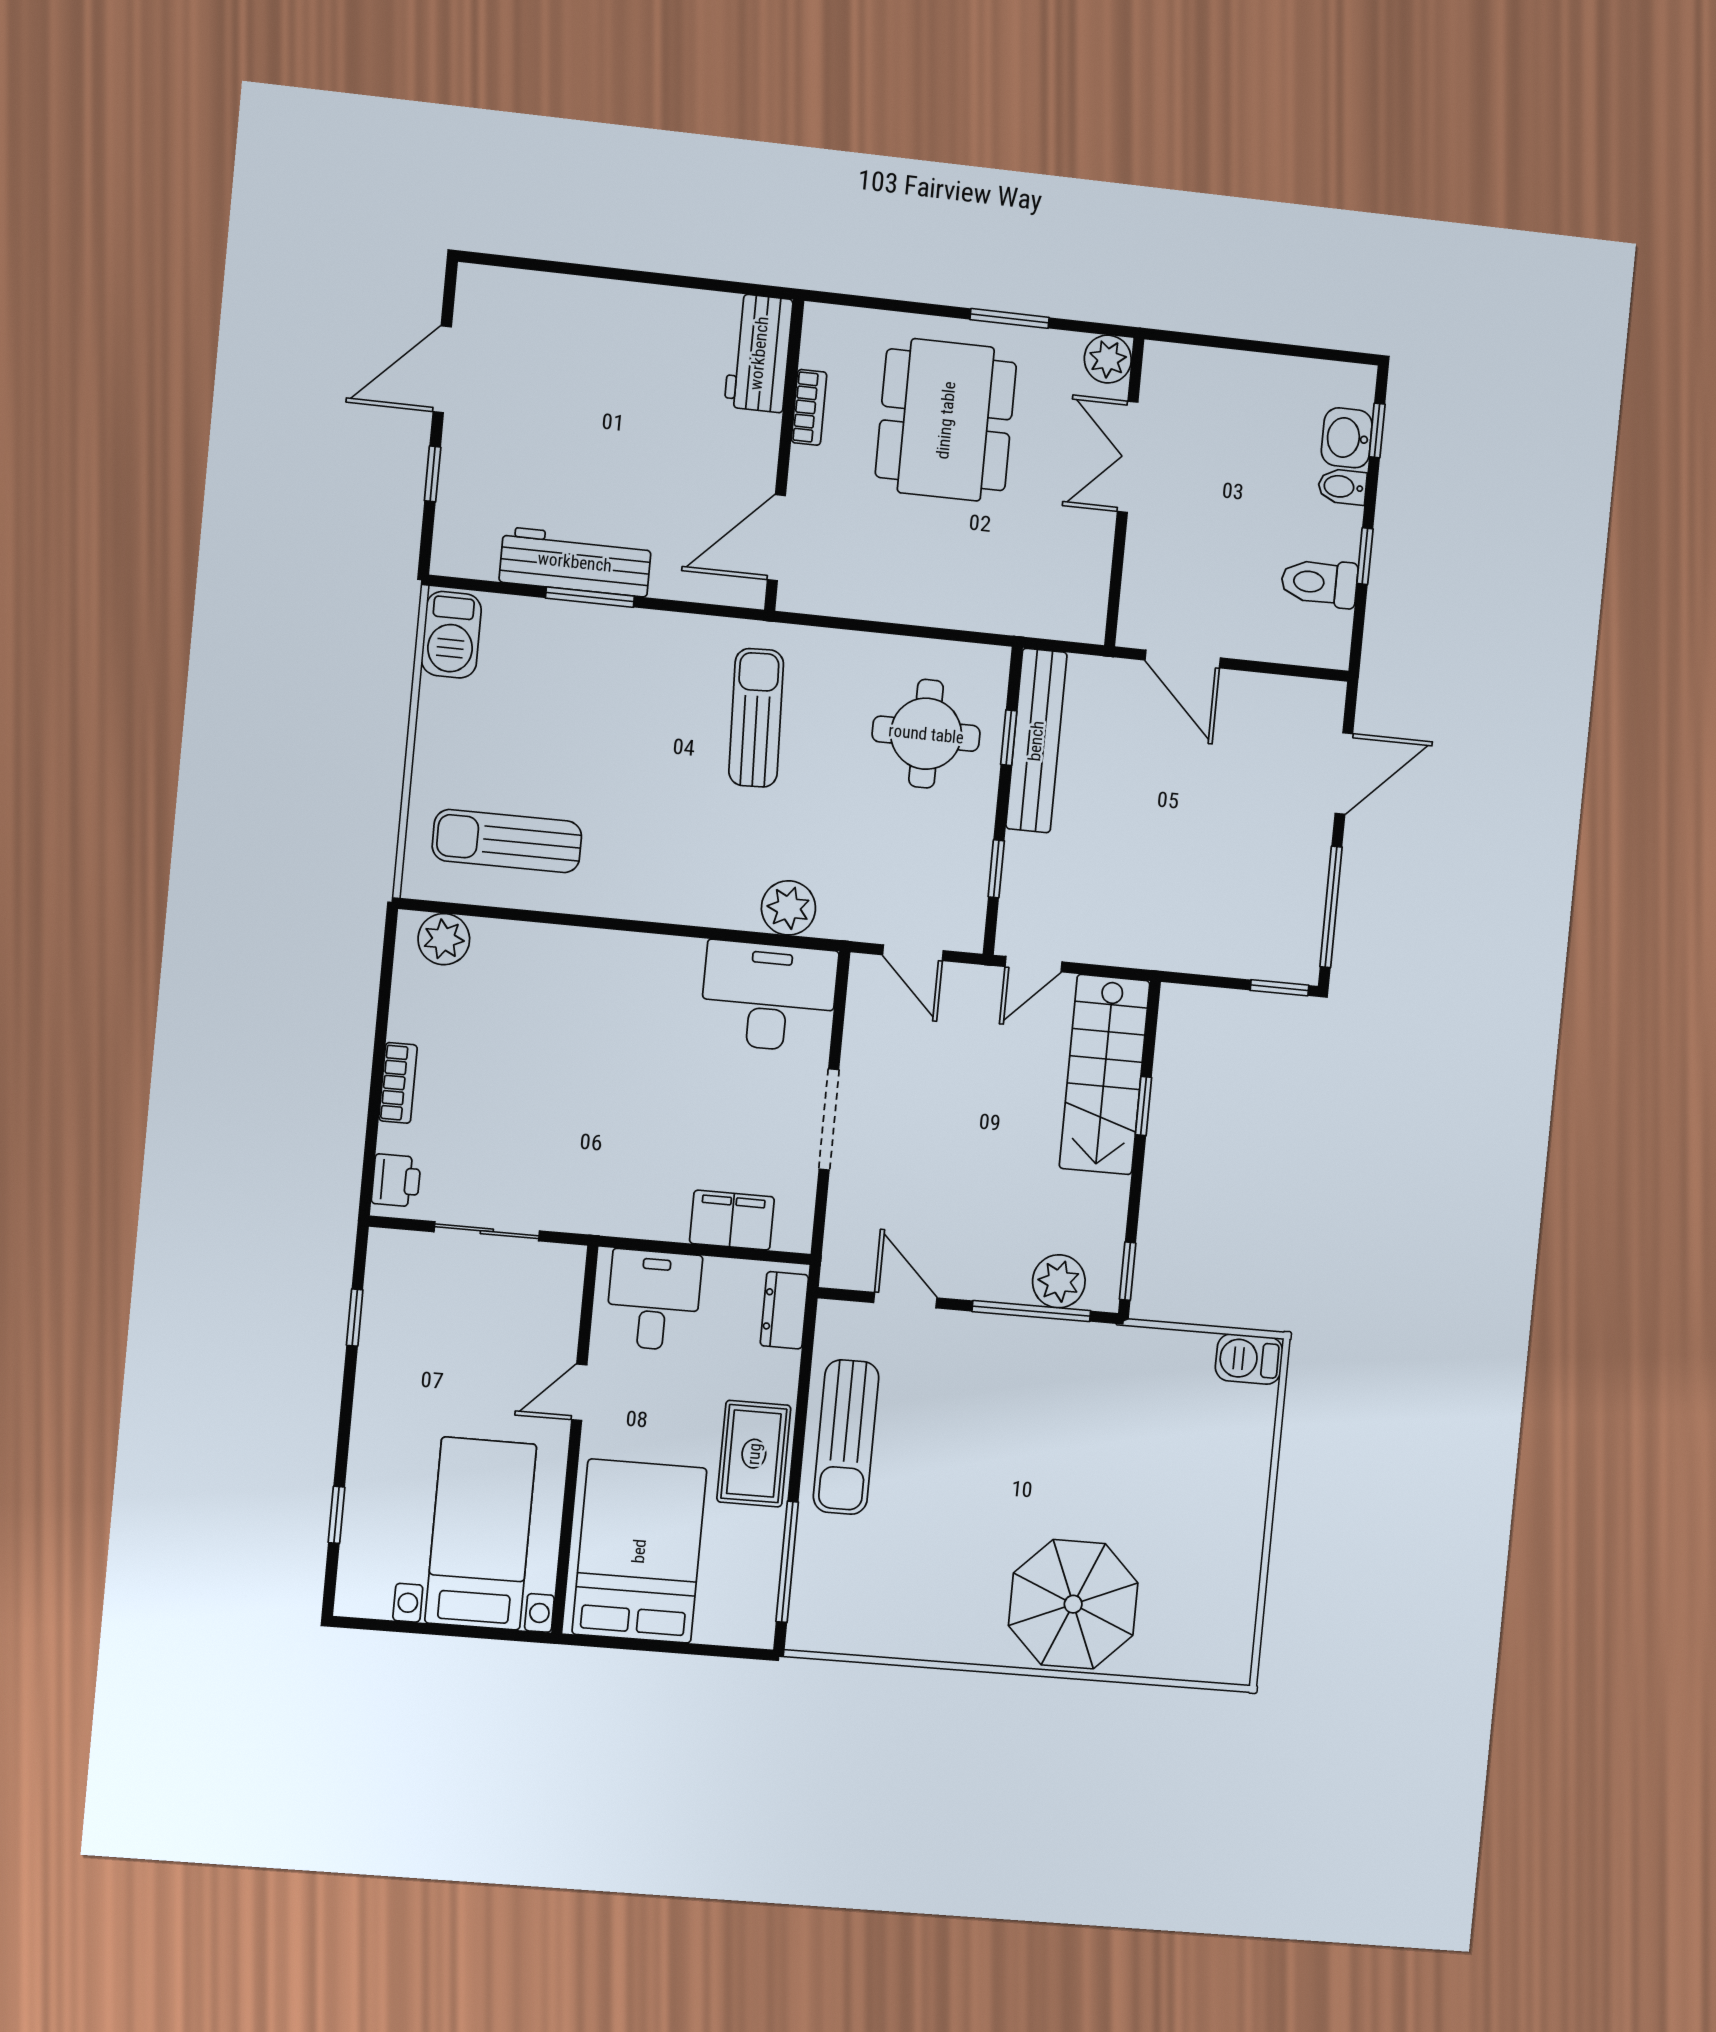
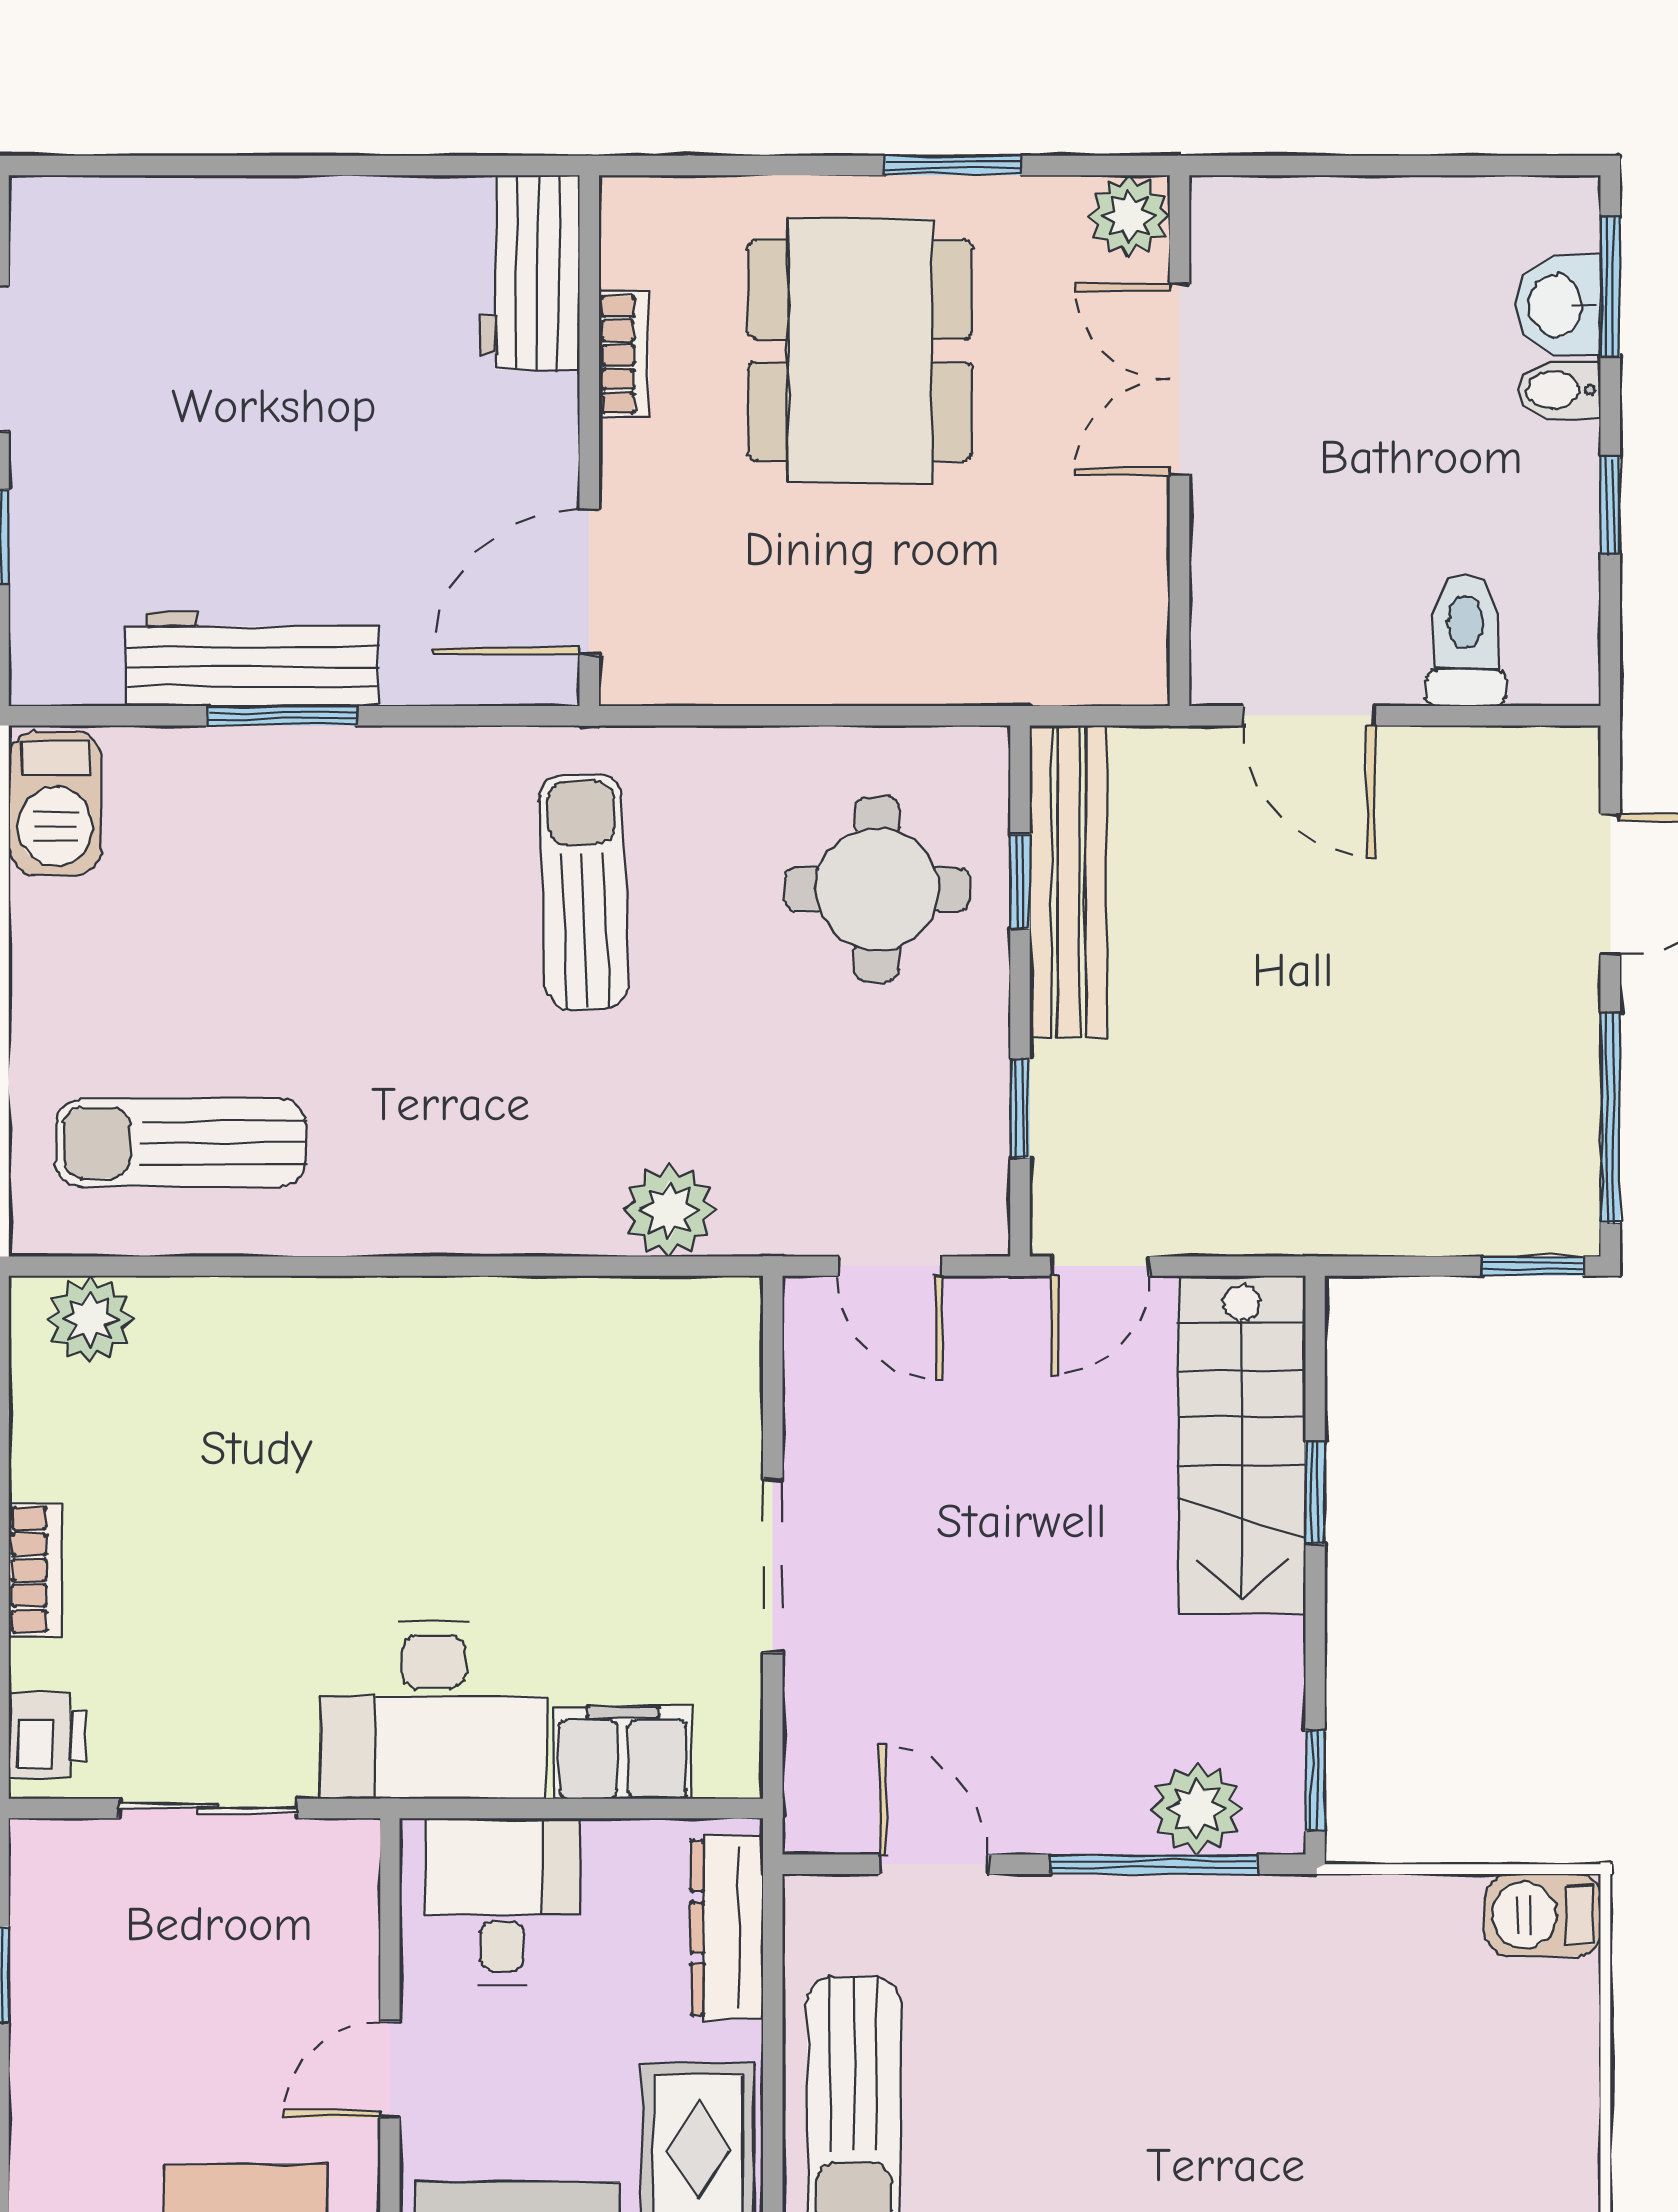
window: (1377, 430) -> (1610, 287), width x1.50
toilet: (1319, 583) -> (1466, 640), moved, turned 90
desk: (769, 997) -> (434, 1710), moved, turned 180
dresser: (784, 1310) -> (727, 1928), width x1.44

